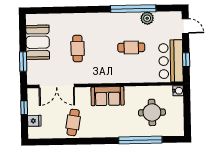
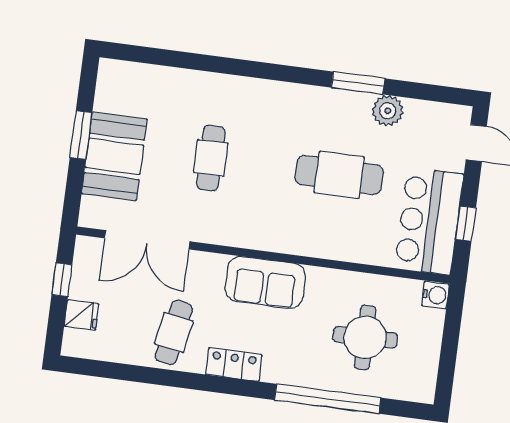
window: (133, 9) -> (358, 83), width x0.47
booth: (38, 42) -> (114, 156), moved
cafe table: (131, 47) -> (339, 175), width x1.37, depth x1.35
window: (23, 62) -> (81, 135), moved
locker: (100, 132) -> (234, 365), added

